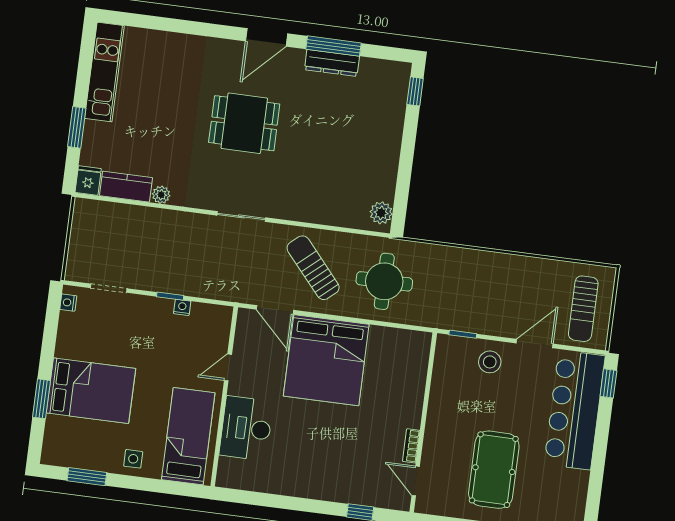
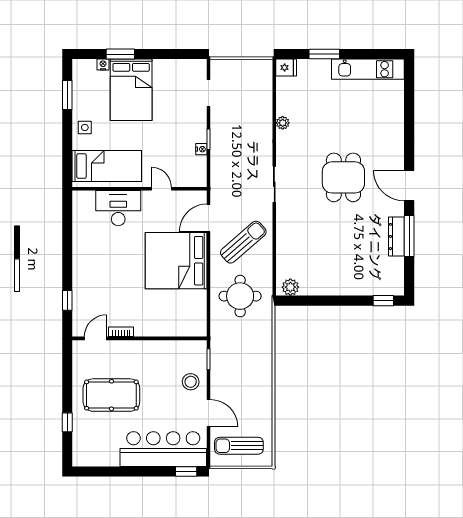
kitchen counter: (126, 187) -> (285, 96), removed
nightstand: (68, 303) -> (103, 65), moved

